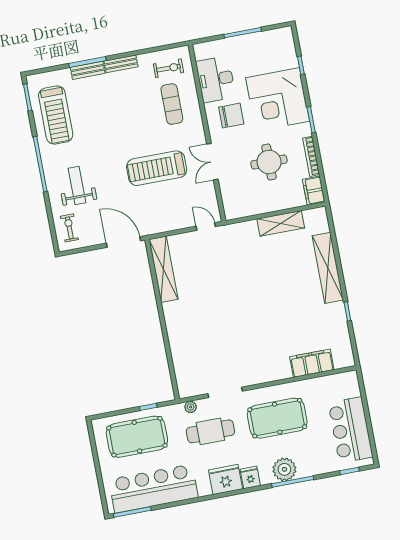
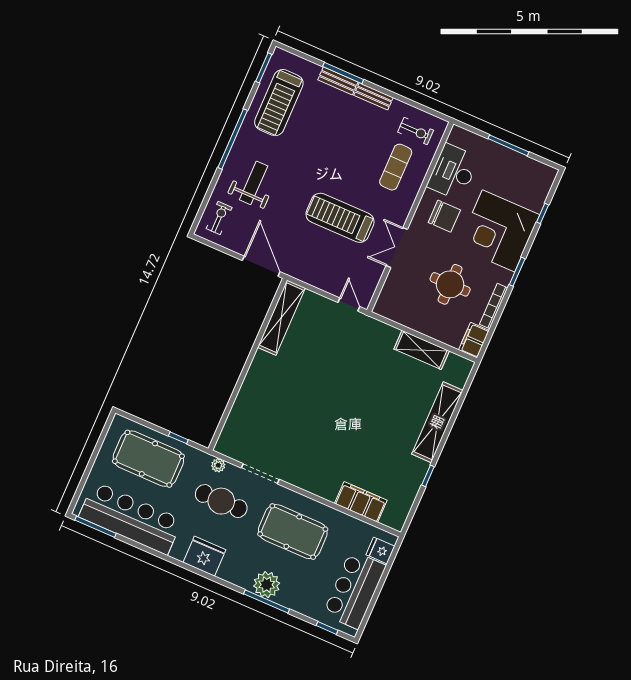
fridge: (250, 477) -> (380, 550), moved, turned -90

